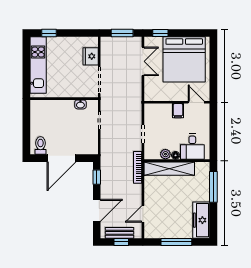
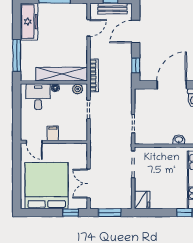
fridge: (91, 56) -> (142, 200), moved
washbasin: (80, 104) -> (179, 140), moved
plant: (165, 154) -> (78, 89), moved

